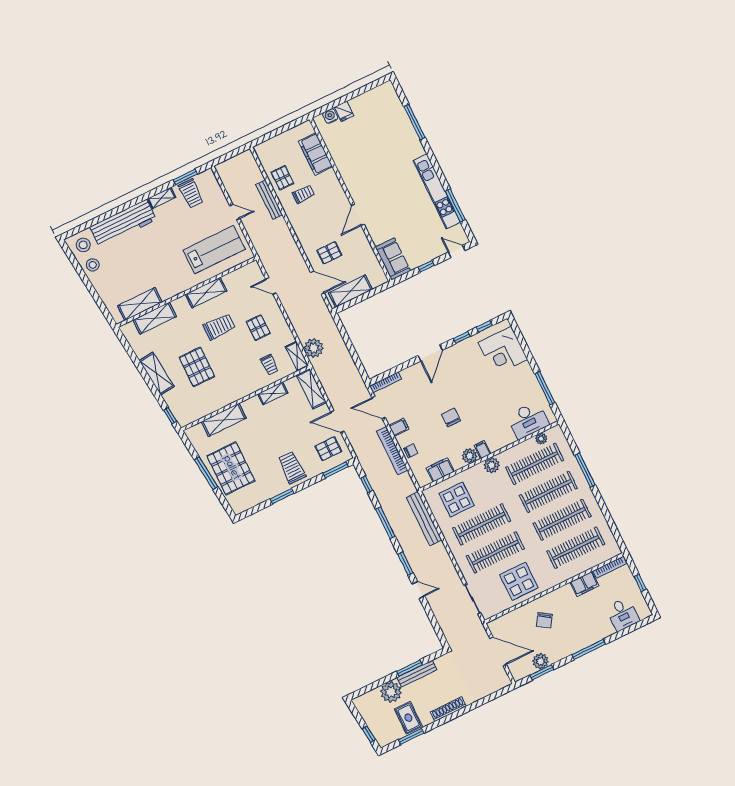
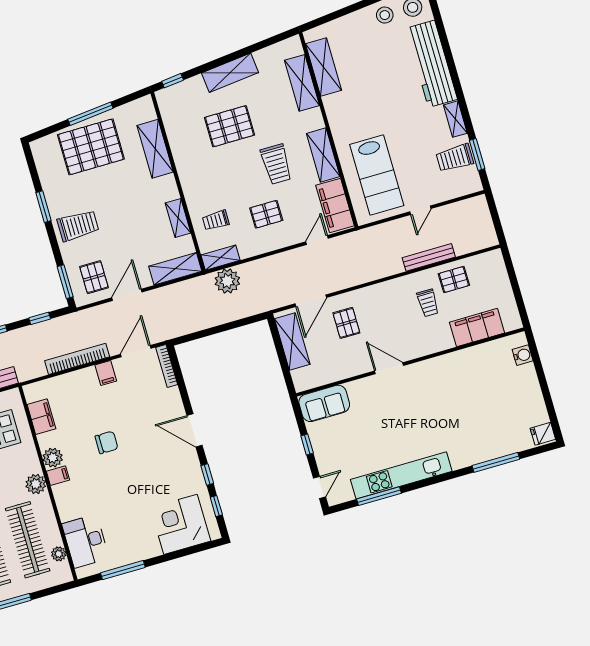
fridge: (344, 111) -> (543, 434), moved
filing cabinet: (243, 277) -> (335, 206), added
chair: (411, 451) -> (73, 383), removed

